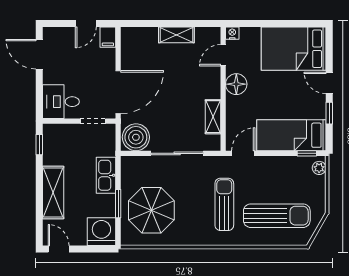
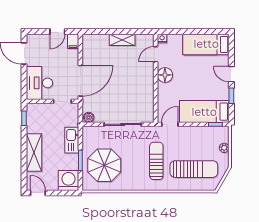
bed: (294, 49) -> (206, 44), width x0.67
desk: (61, 102) -> (39, 83), width x1.37
shelving: (213, 117) -> (148, 98), removed
boiler: (136, 137) -> (89, 117), width x0.54, depth x0.54
plant: (319, 168) -> (224, 148), moved

